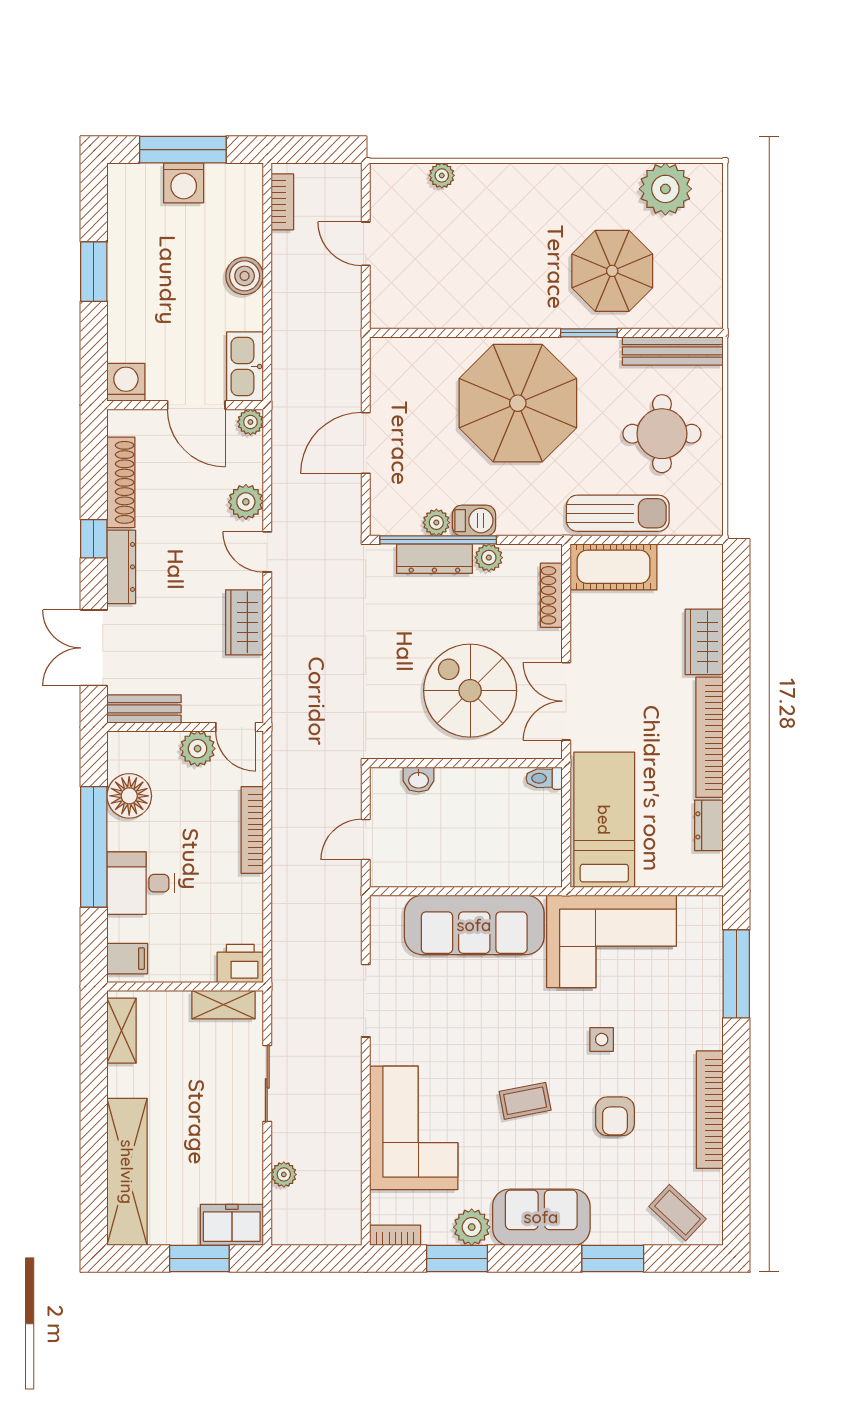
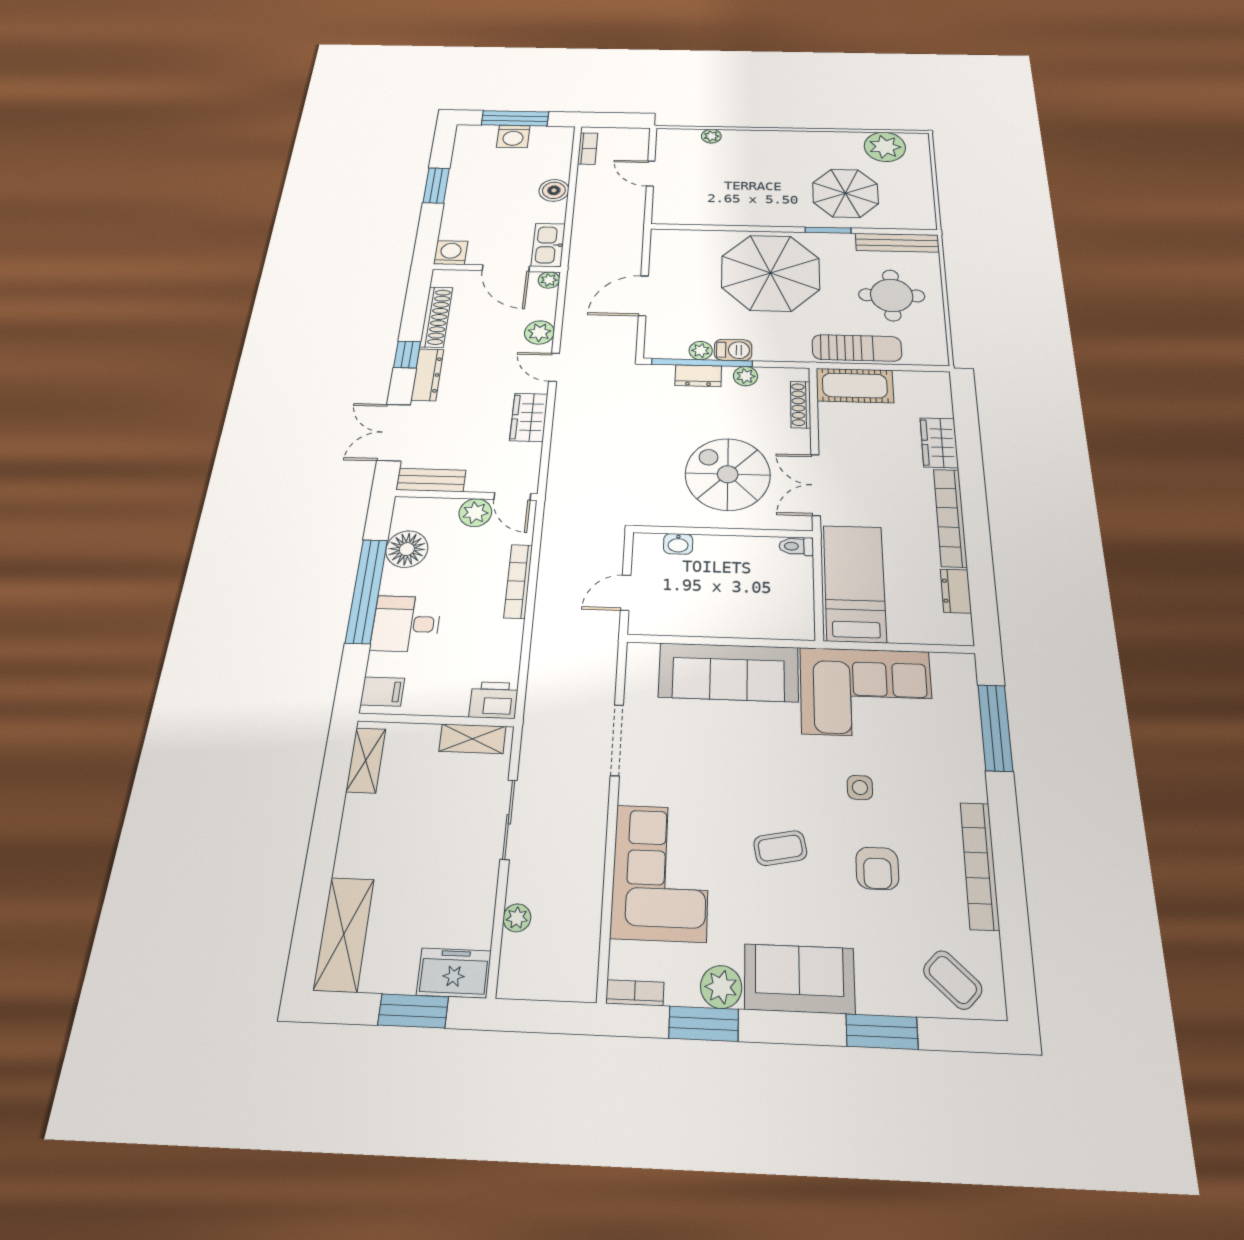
dresser: (434, 559) -> (698, 376), width x0.70
shelving: (127, 1172) -> (344, 934), width x0.68

